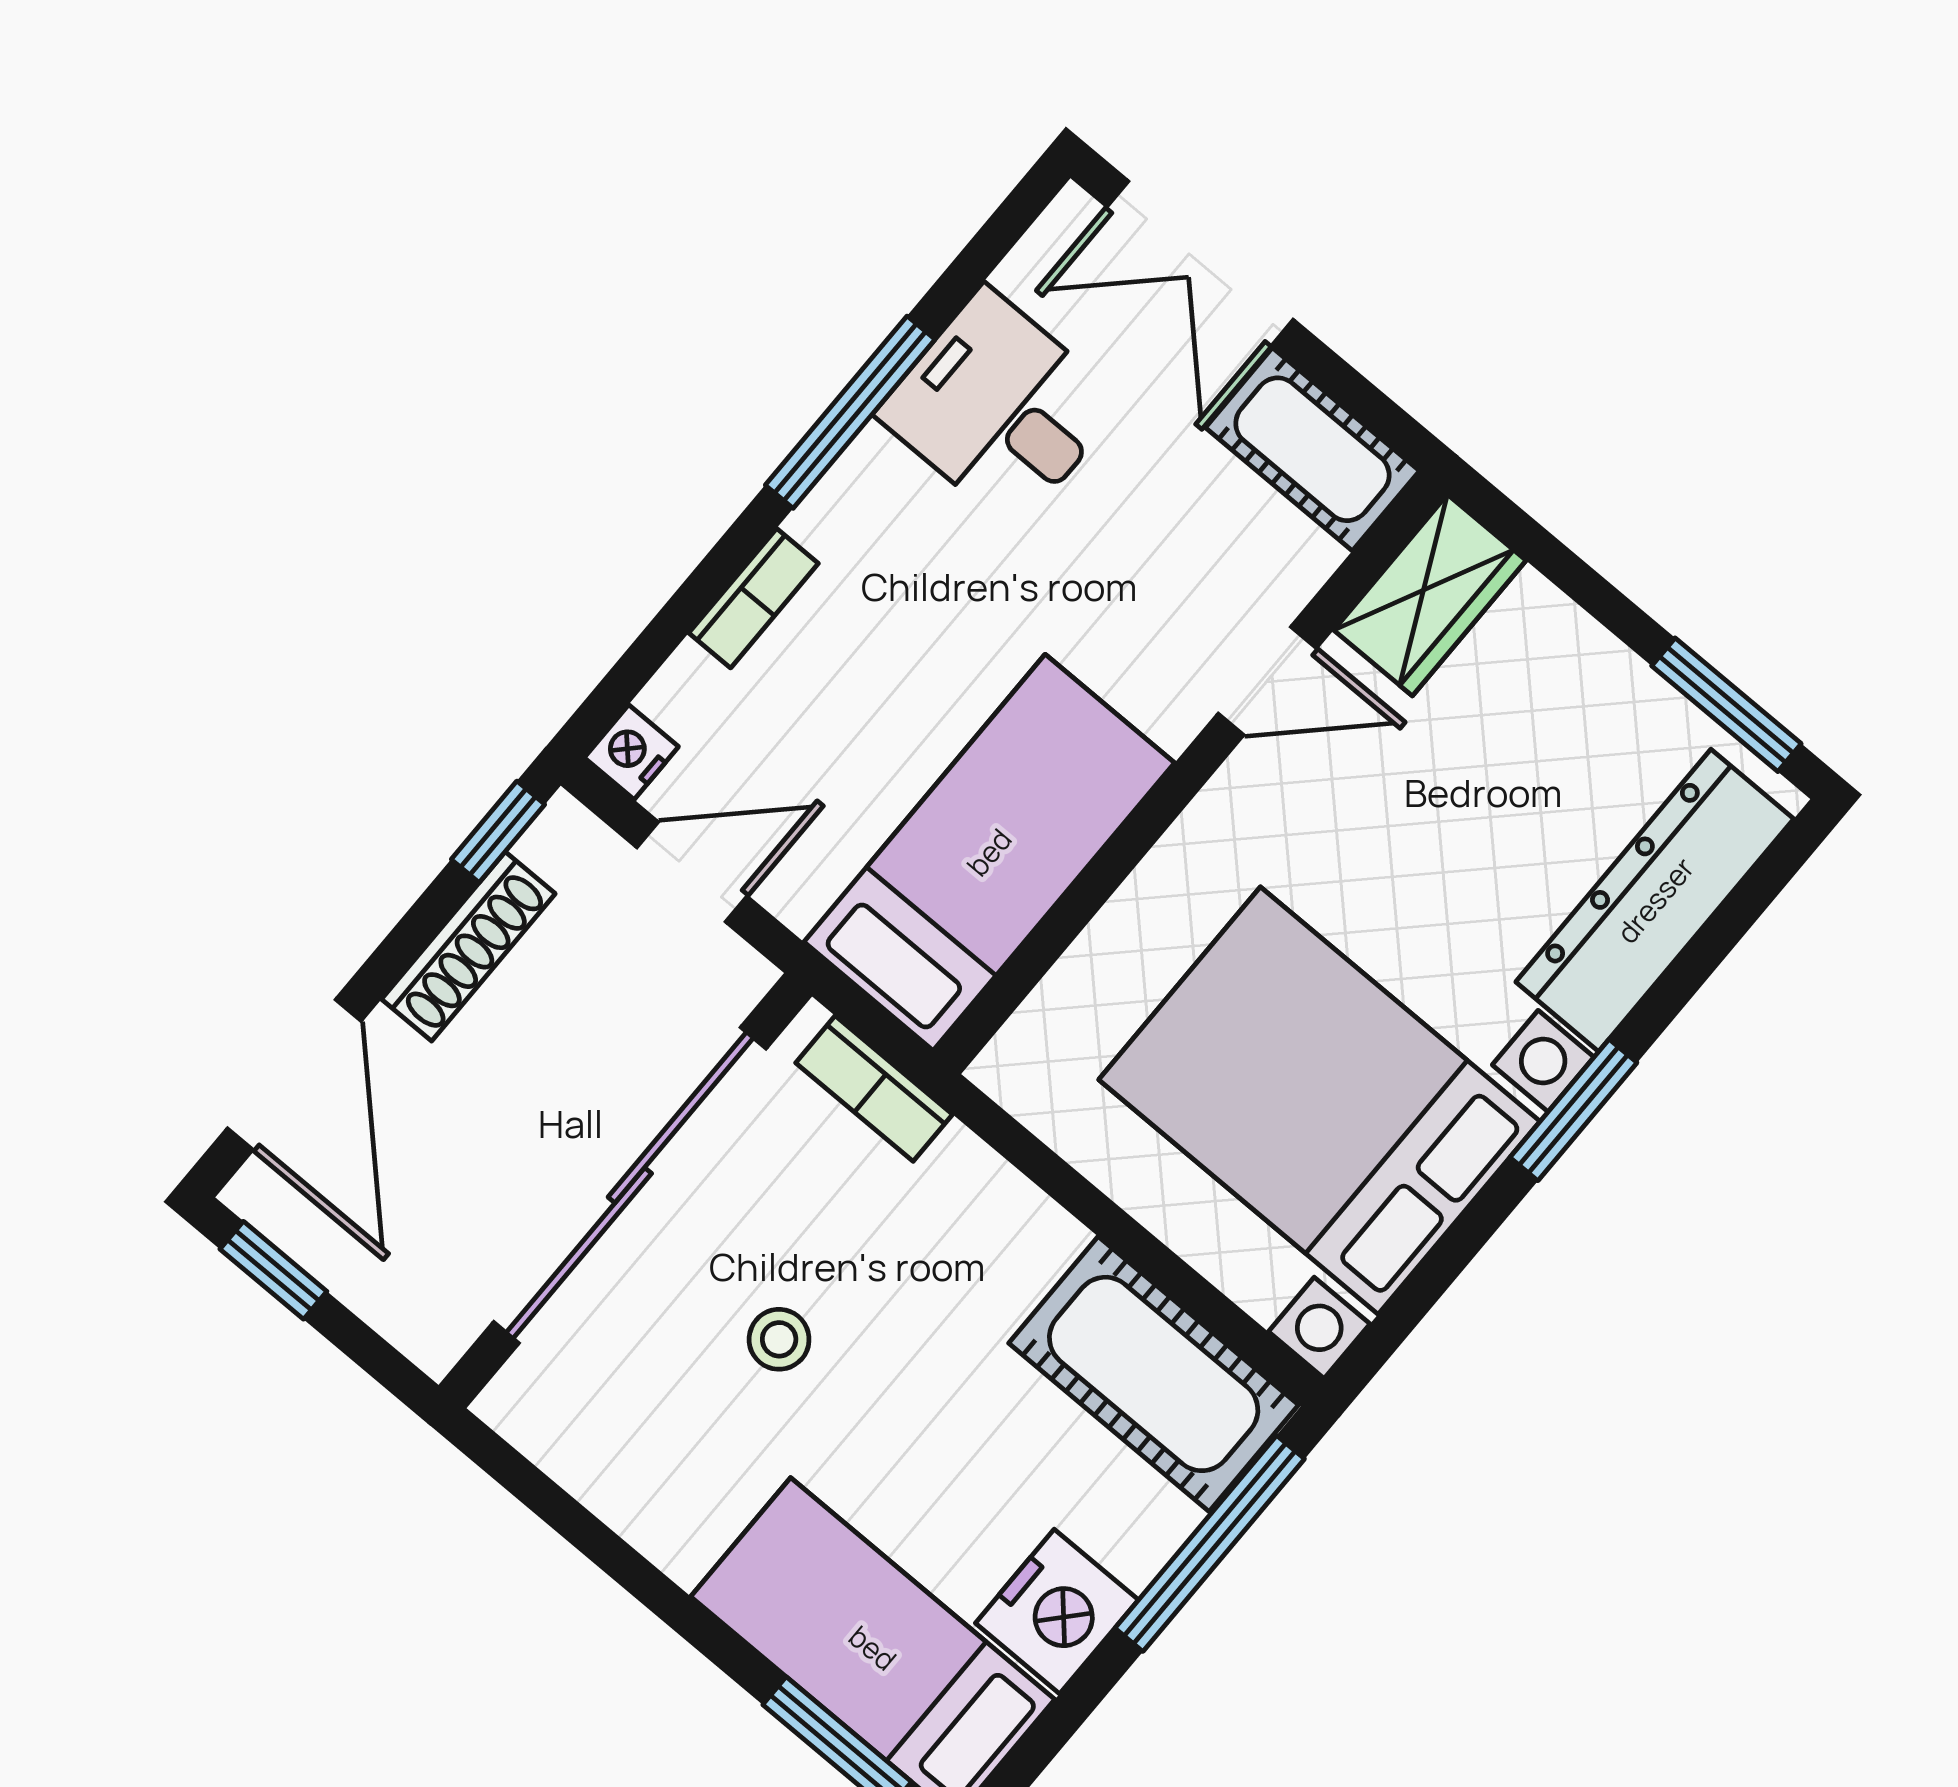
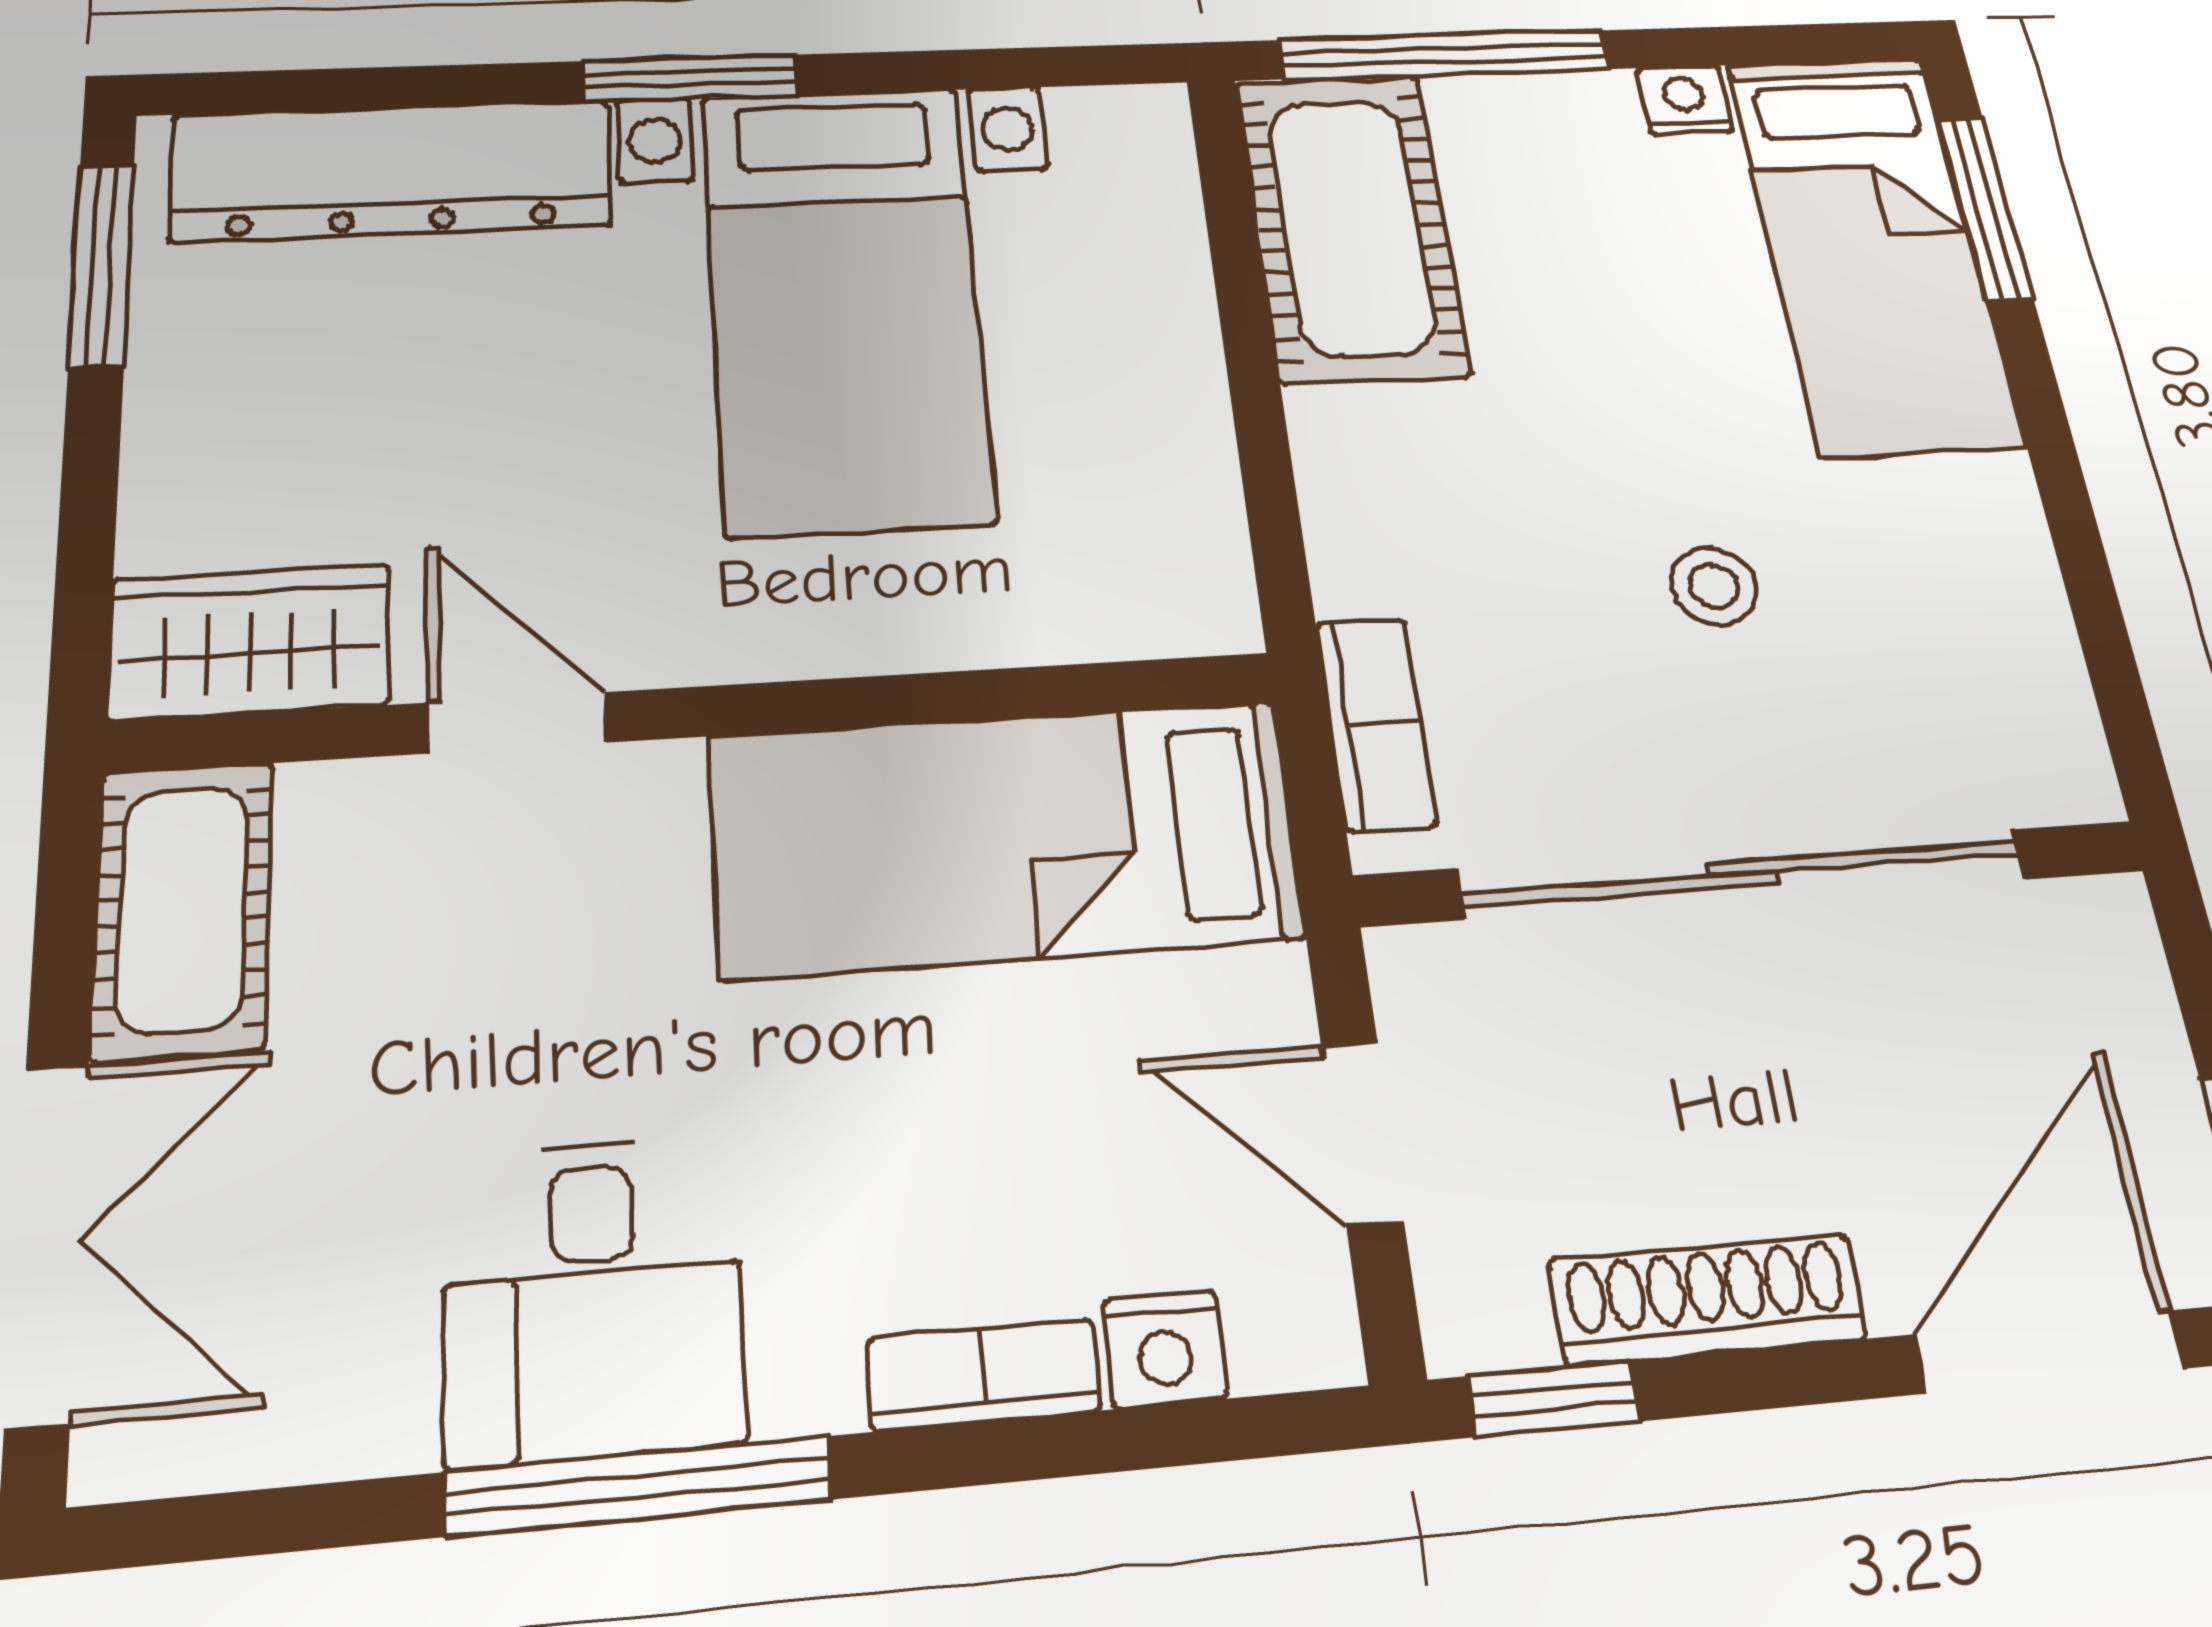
desk: (1000, 408) -> (593, 1298), moved
nightstand: (631, 752) -> (1165, 1349), moved
bed with nightstands: (1319, 1101) -> (845, 305), width x0.73
nightstand: (1057, 1611) -> (1685, 100), width x0.53, depth x0.56

